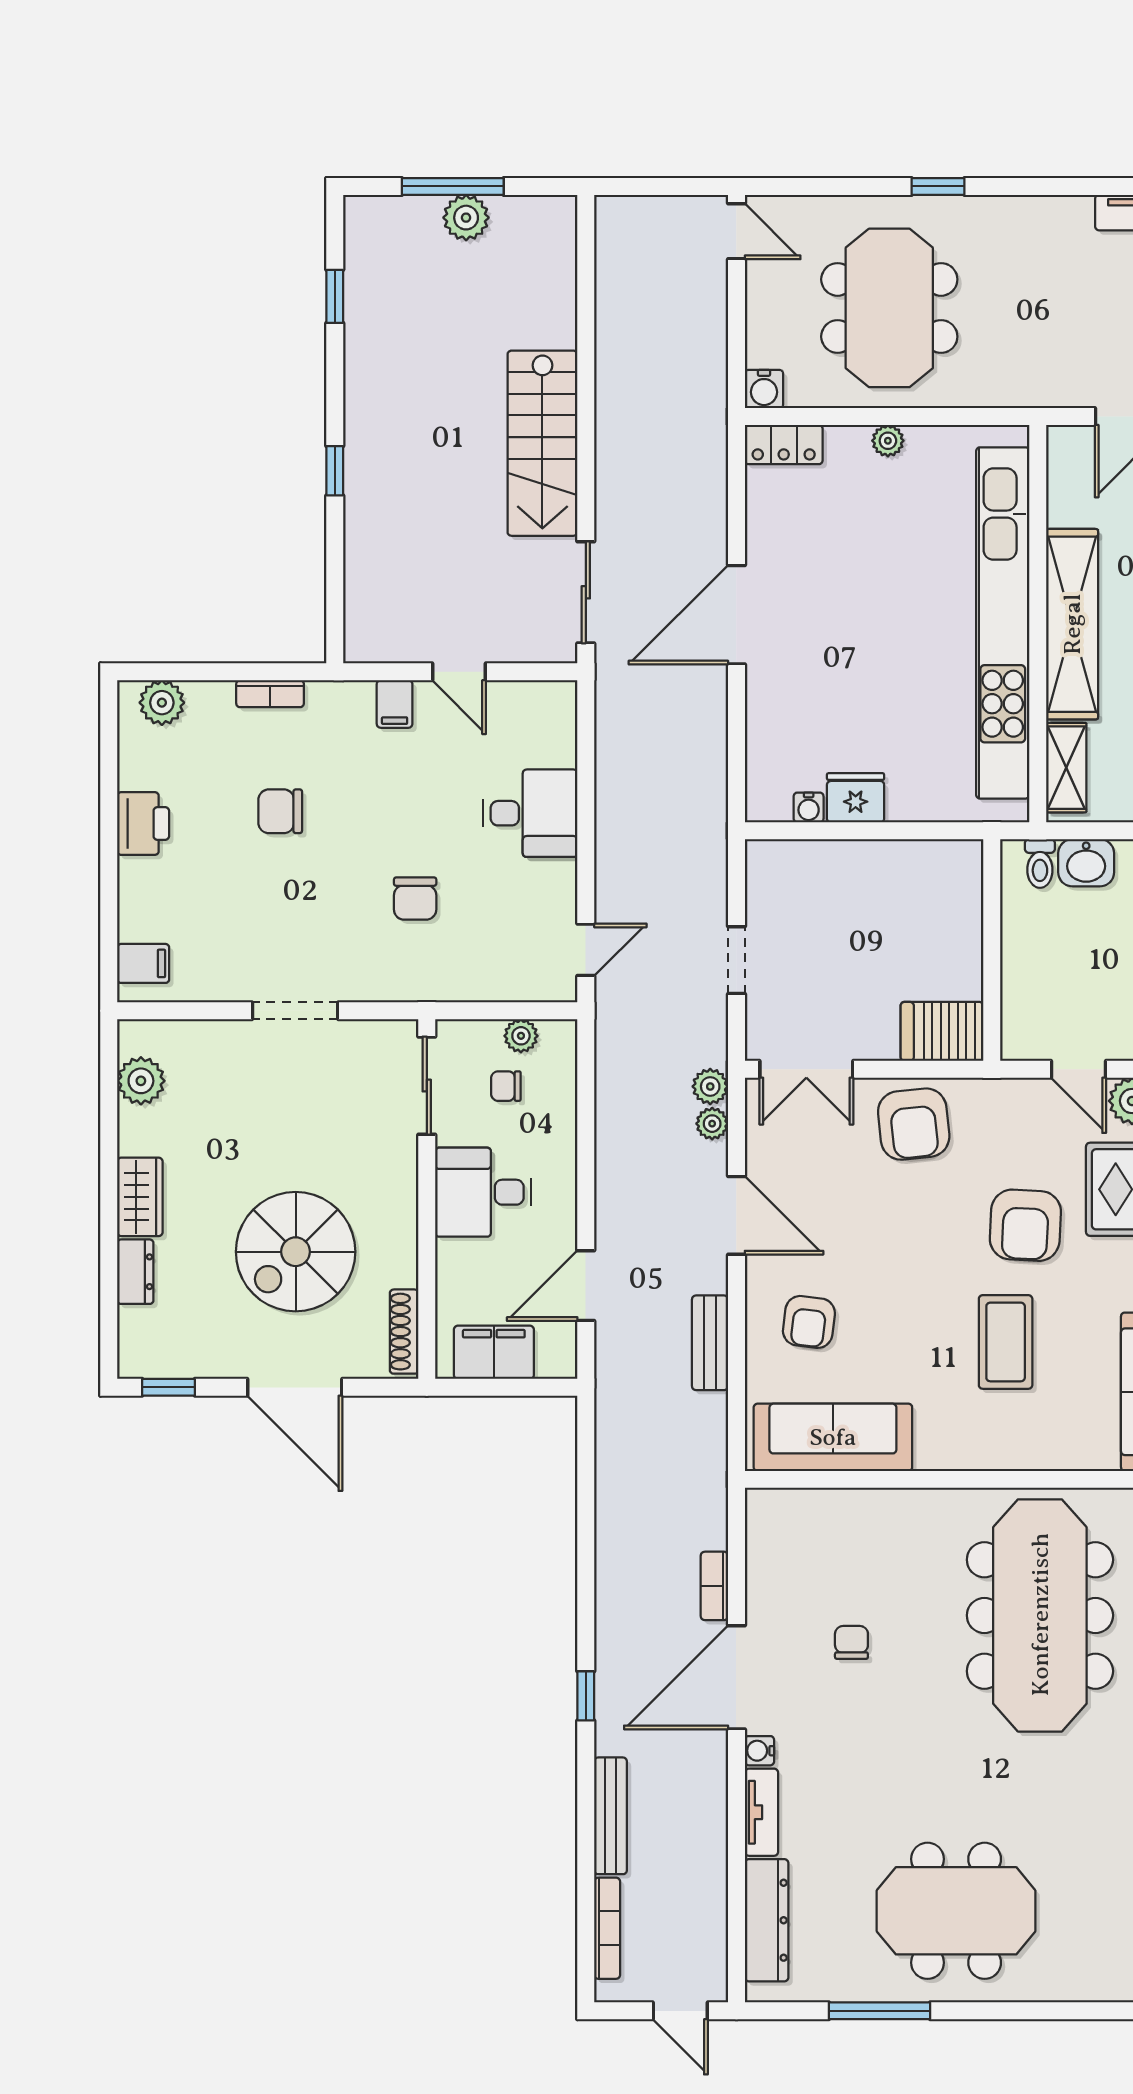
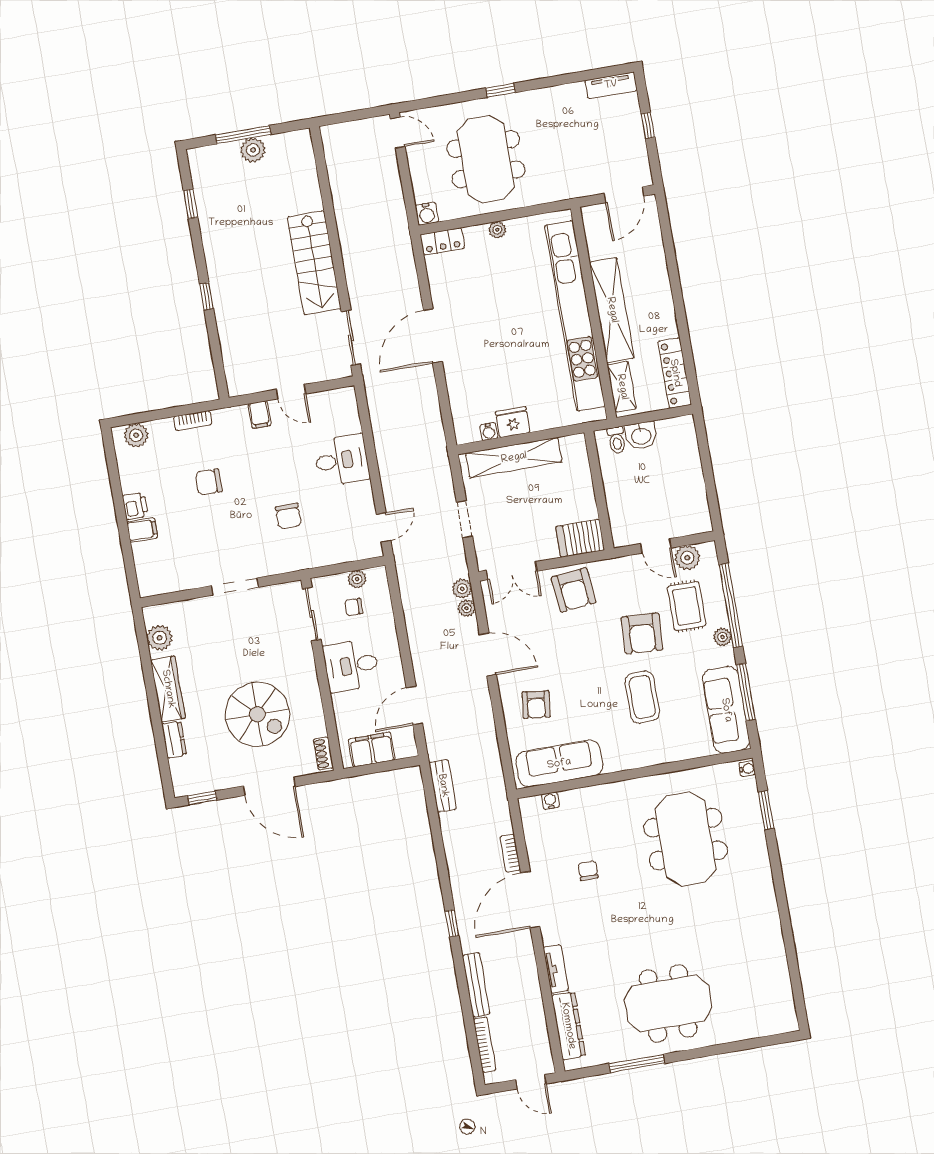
printer: (143, 824) -> (135, 506), width x0.73, depth x0.81
shelving: (846, 863) -> (514, 458), added
filing cabinet: (143, 963) -> (142, 530), moved
wardrobe: (140, 1197) -> (168, 689), width x1.50
spiral stairs: (296, 1252) -> (257, 714), turned -90
shoe rack: (404, 1332) -> (323, 753), width x0.70
bench: (710, 1343) -> (443, 786), moved
meeting table: (1040, 1615) -> (686, 839), width x0.73
water cooler: (759, 1751) -> (550, 801), moved, turned 90

